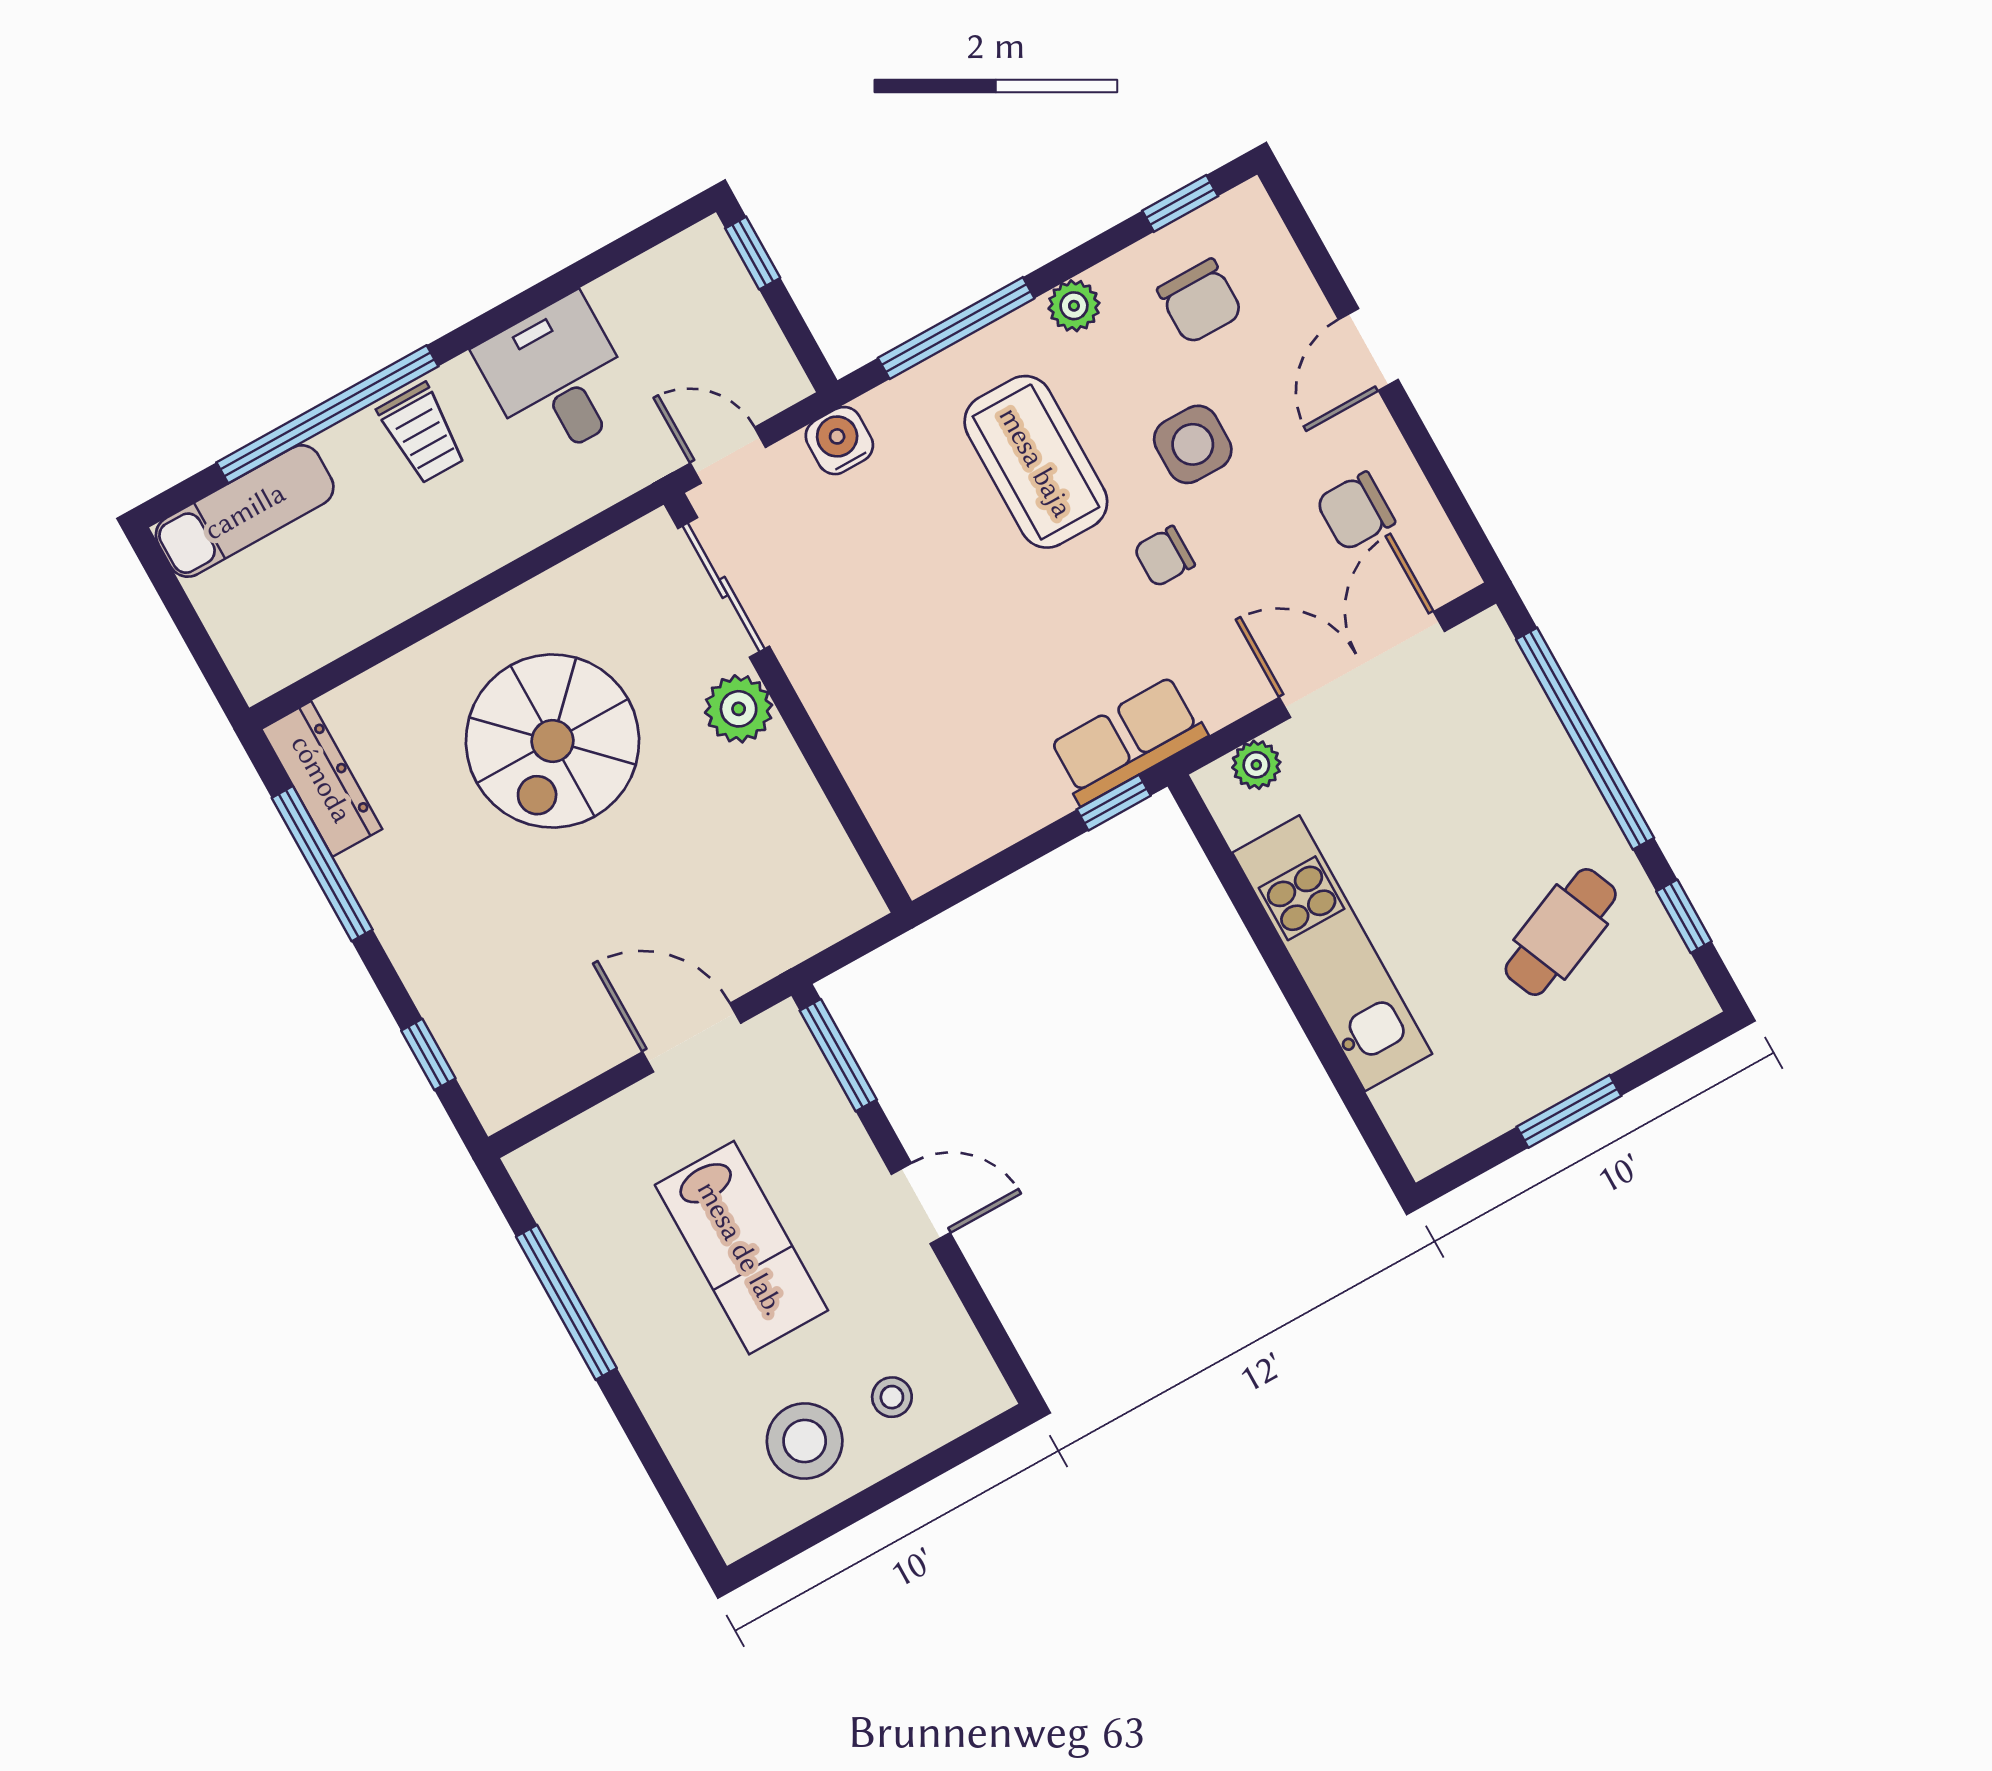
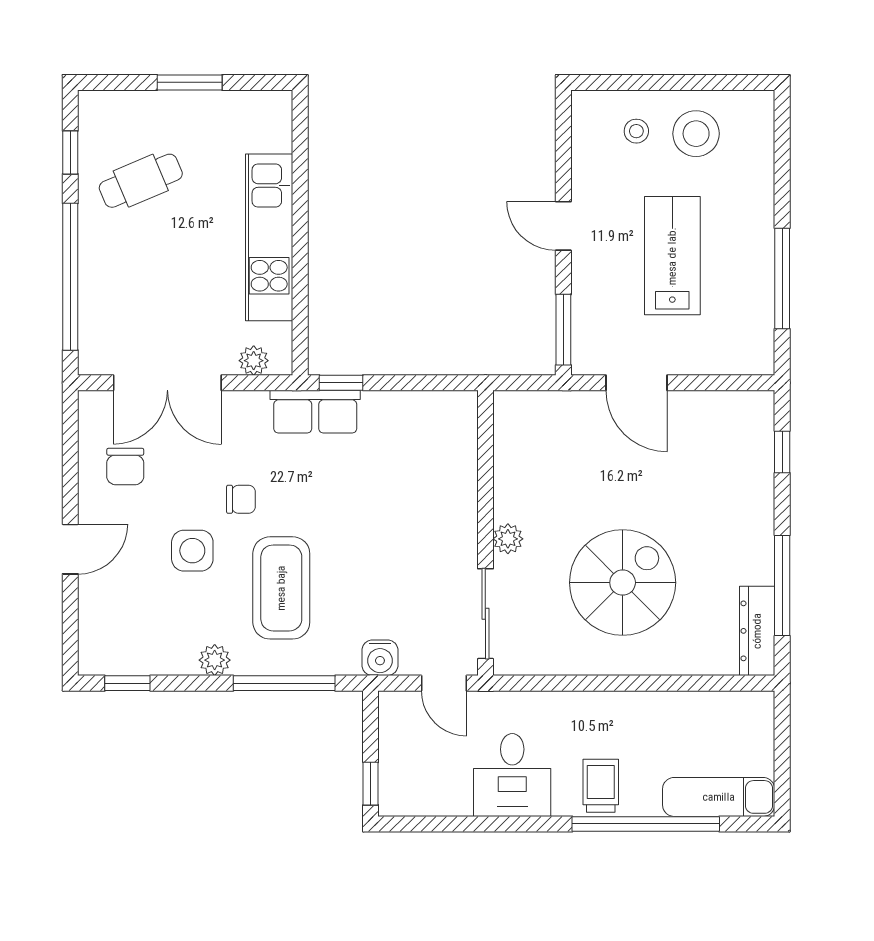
chair: (1200, 301) -> (146, 625), removed
chair: (1355, 511) -> (125, 467), turned 90
plant: (739, 709) -> (508, 539), width x0.73, depth x0.73

